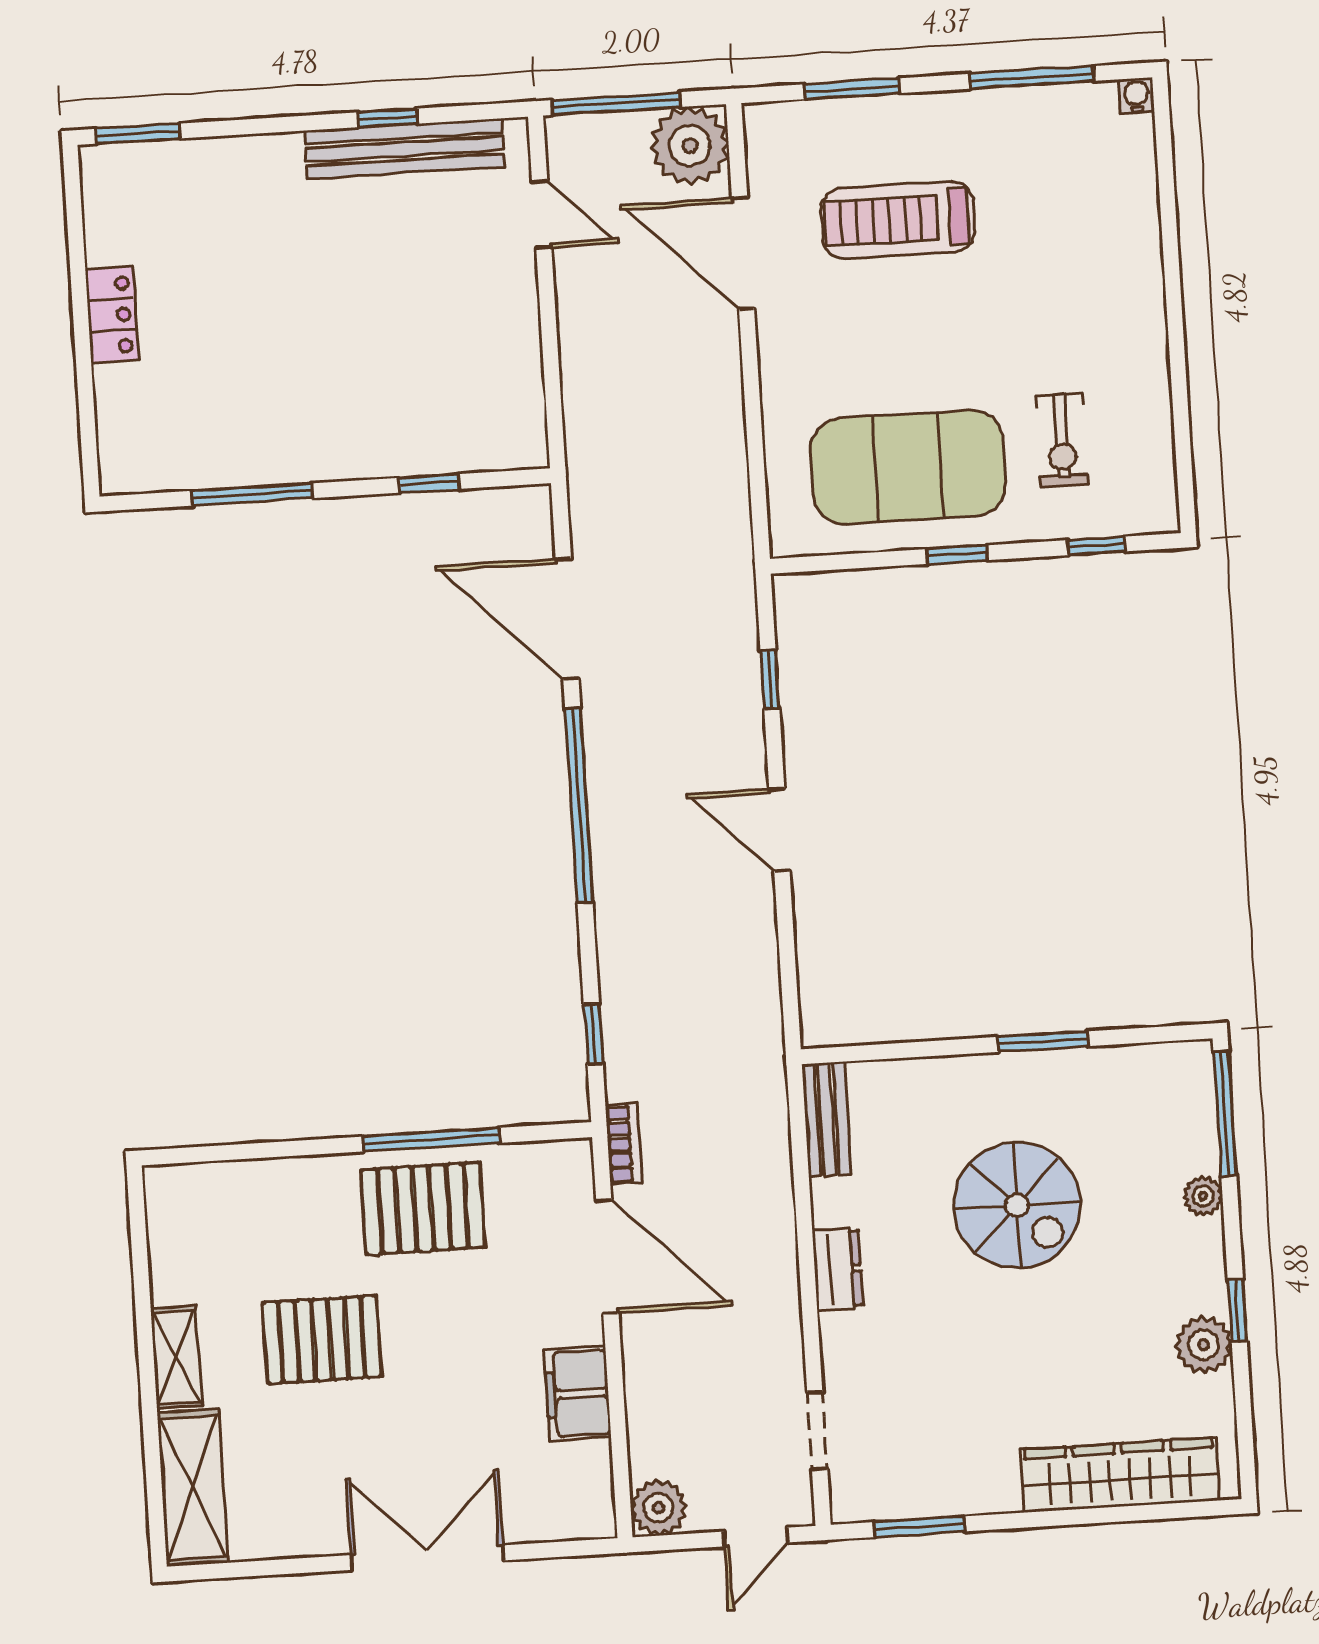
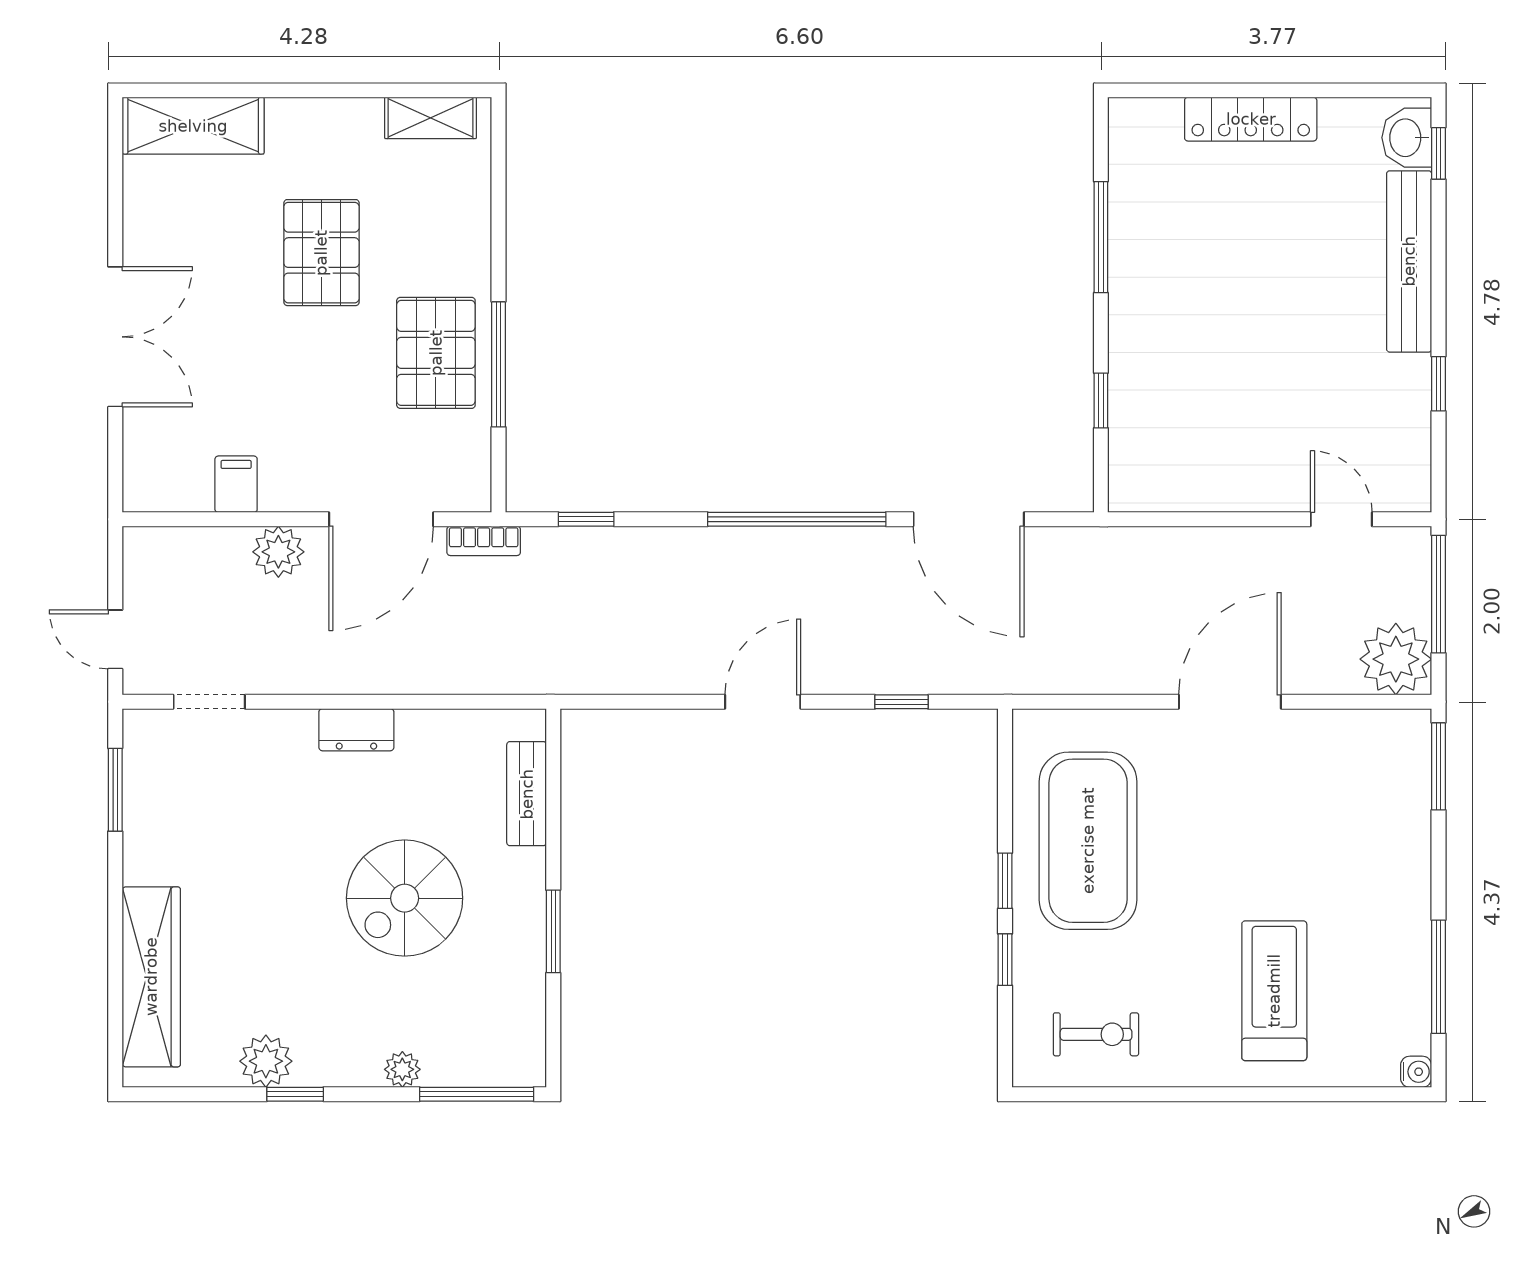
window: (852, 89) -> (1439, 766), moved
window: (138, 134) -> (1439, 153), width x0.67
bench: (405, 149) -> (1409, 261), moved
washbasin: (123, 169) -> (1407, 138), added
door: (542, 214) -> (1341, 519), swing flipped
treadmill: (898, 220) -> (1274, 991), moved
door: (743, 253) -> (1230, 702), moved
locker: (112, 315) -> (1251, 119), width x1.53
exercise bike: (1062, 440) -> (1096, 1034), moved, turned 180
window: (1096, 546) -> (1005, 960), moved
door: (567, 619) -> (969, 519), swing flipped
bench: (827, 1119) -> (527, 794), moved, turned 90
shelving: (176, 1357) -> (431, 118), moved
filing cabinet: (578, 1394) -> (236, 484), width x0.50
plant: (658, 1508) -> (278, 552), moved

